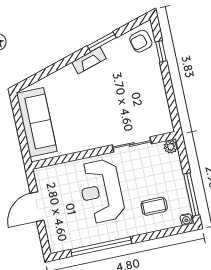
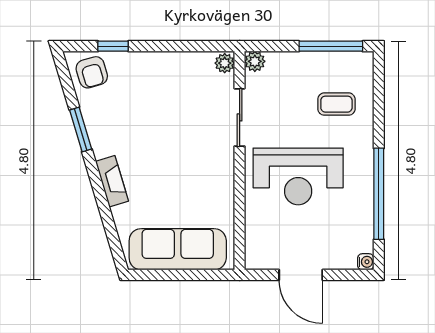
fireplace: (89, 60) -> (112, 181), moved
plant: (165, 127) -> (225, 63), added
coffee table: (154, 206) -> (336, 104), turned 90
water cooler: (186, 219) -> (366, 262), moved

